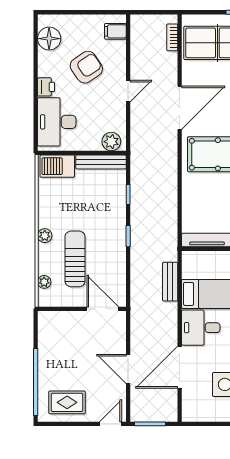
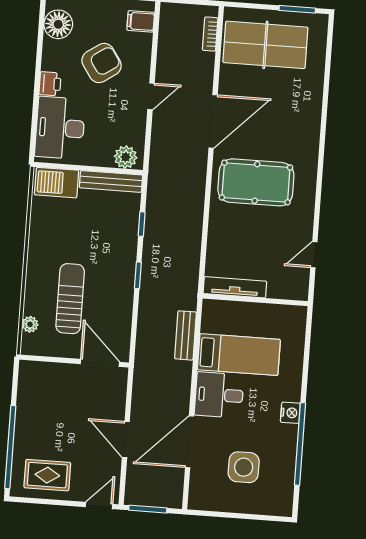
plant: (45, 236) -> (35, 267), removed

